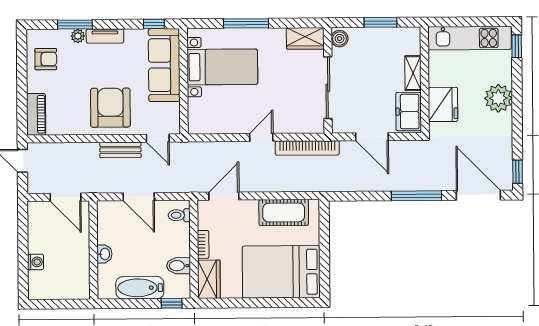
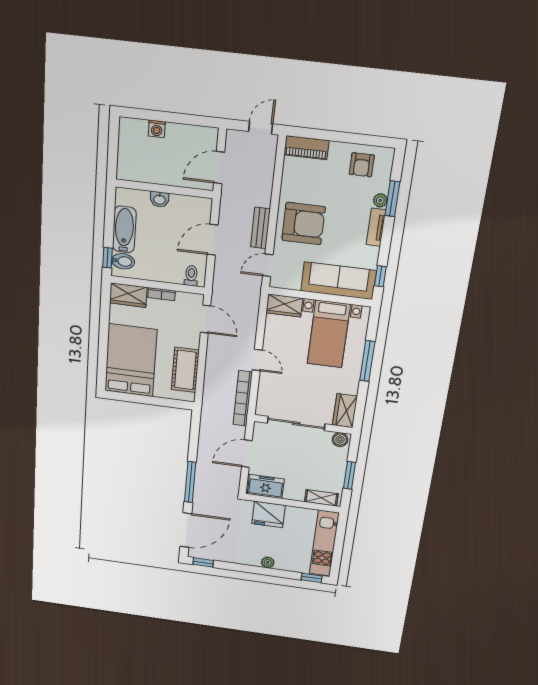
shelving: (413, 73) -> (321, 498), moved
plant: (498, 98) -> (268, 562), width x0.53, depth x0.53
wardrobe: (198, 116) -> (284, 305), added
bidet: (178, 266) -> (123, 261), moved, turned 90

